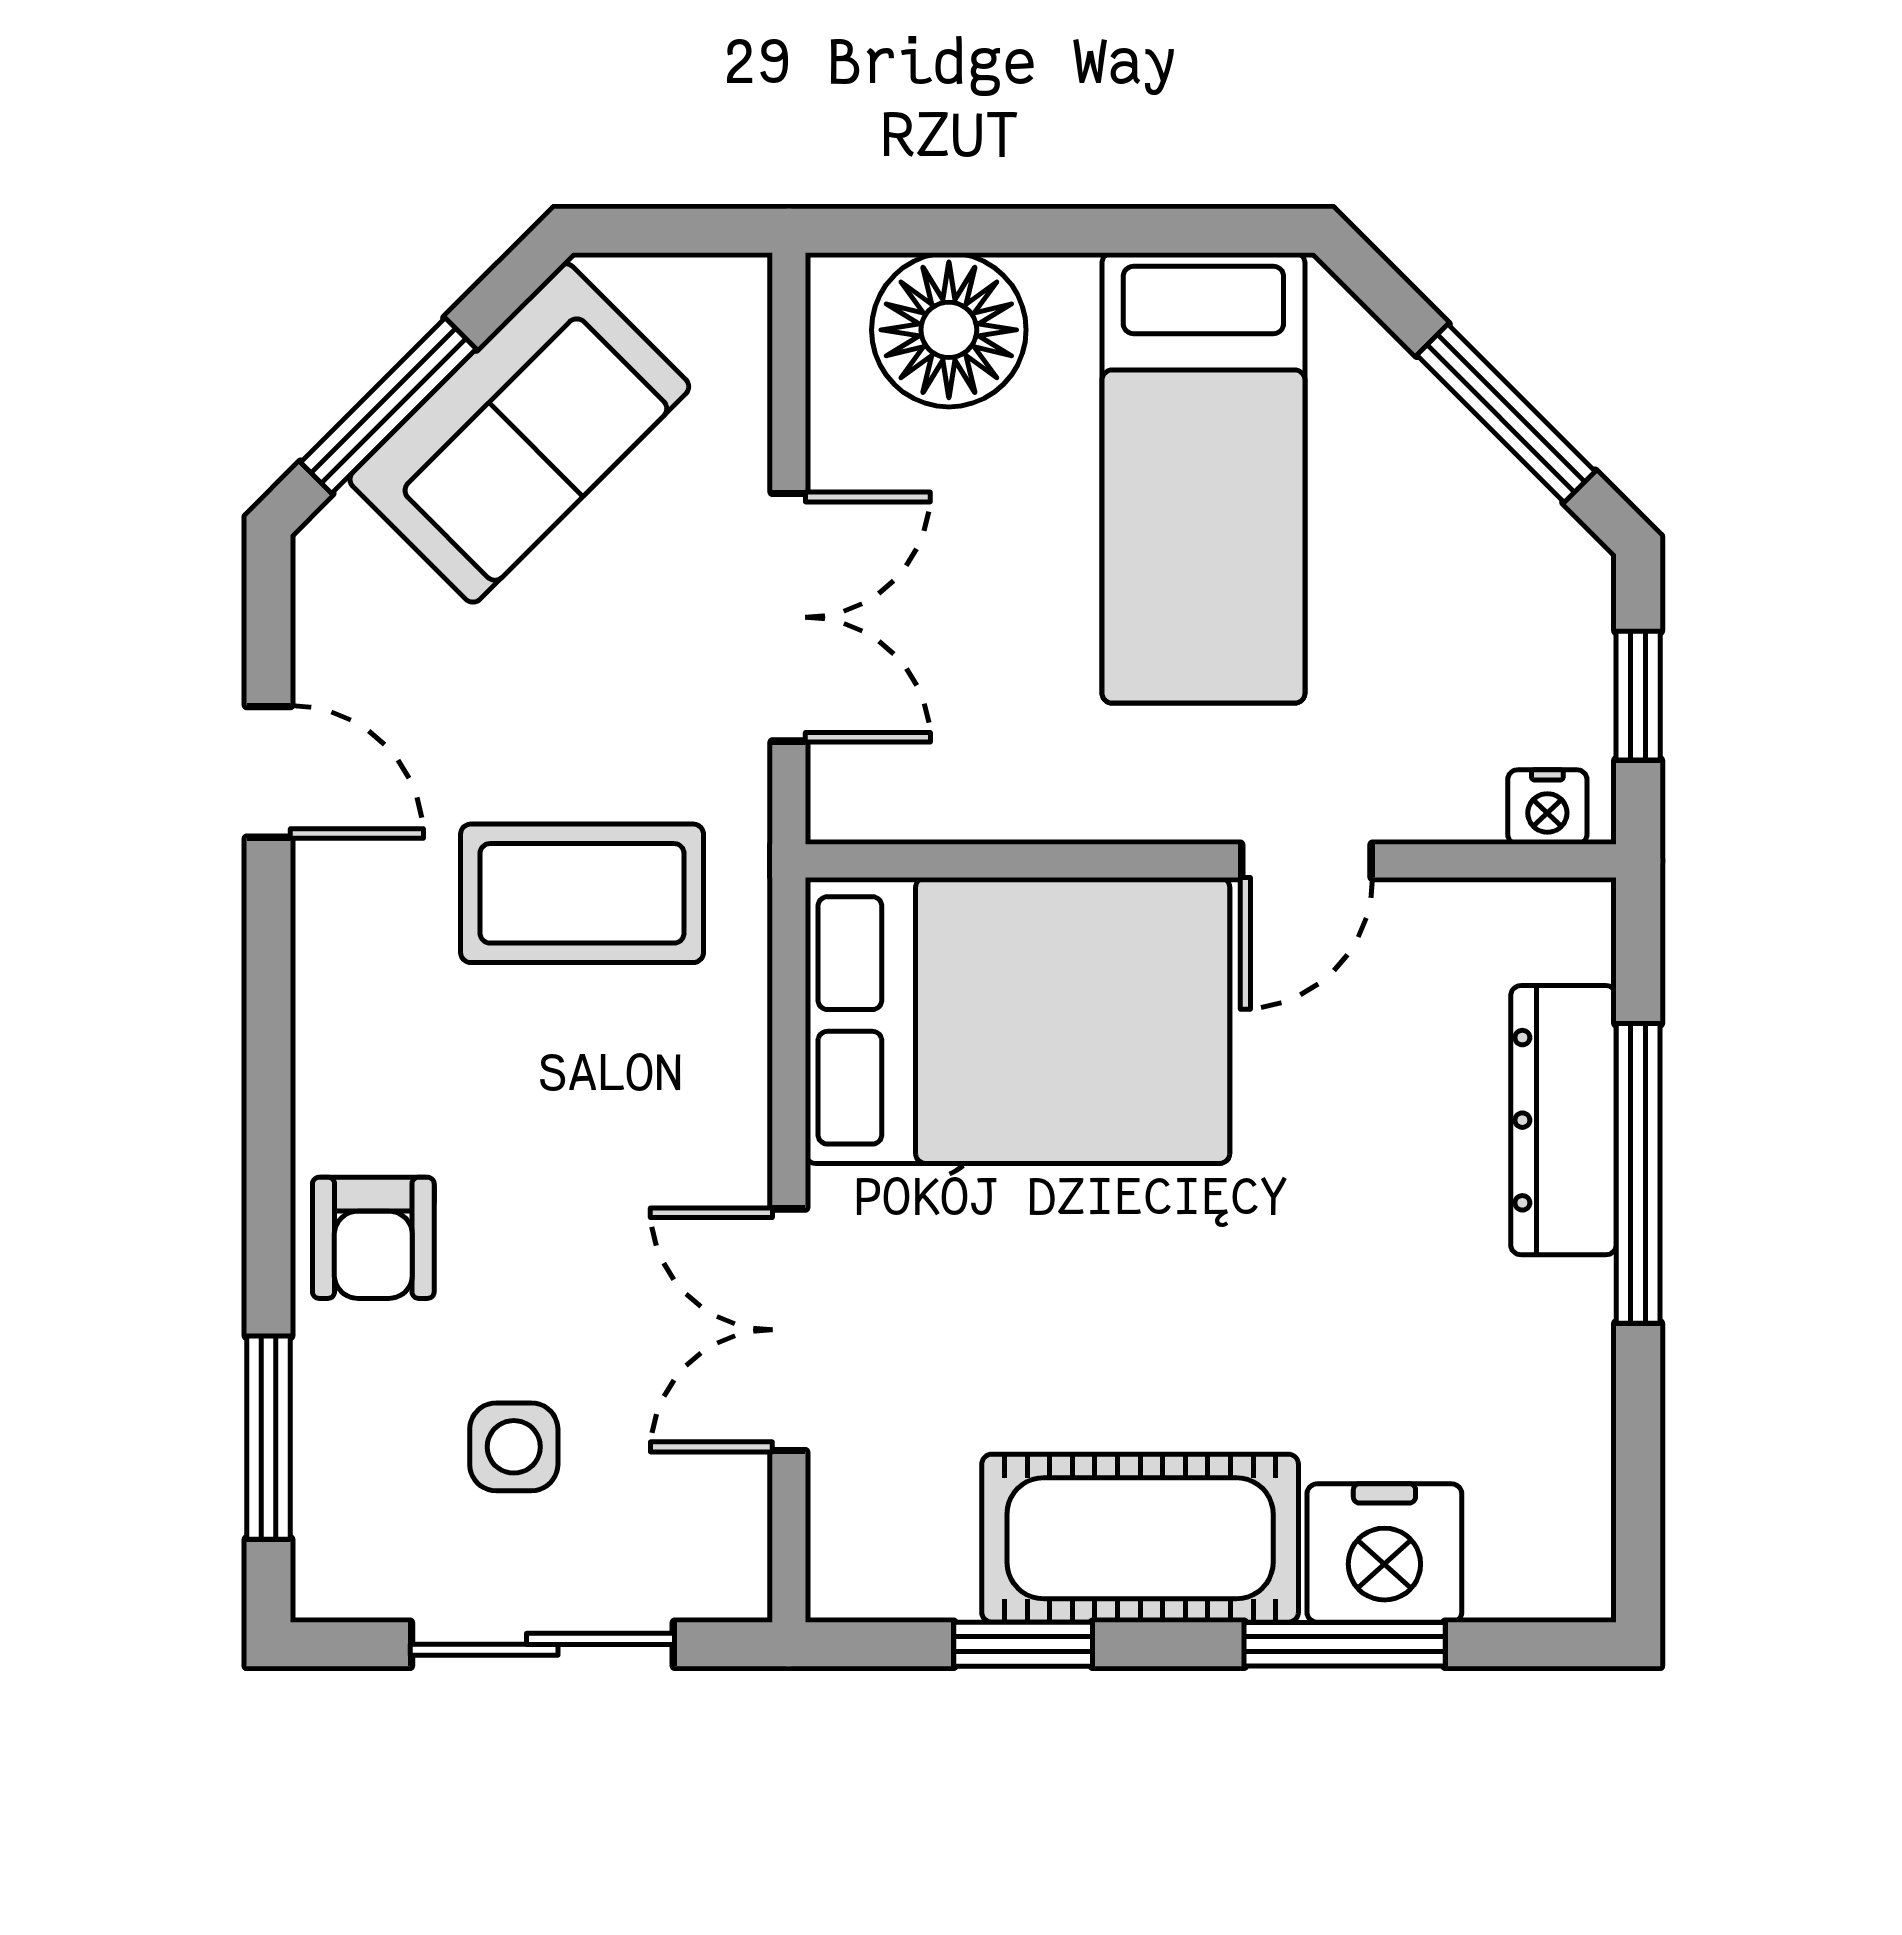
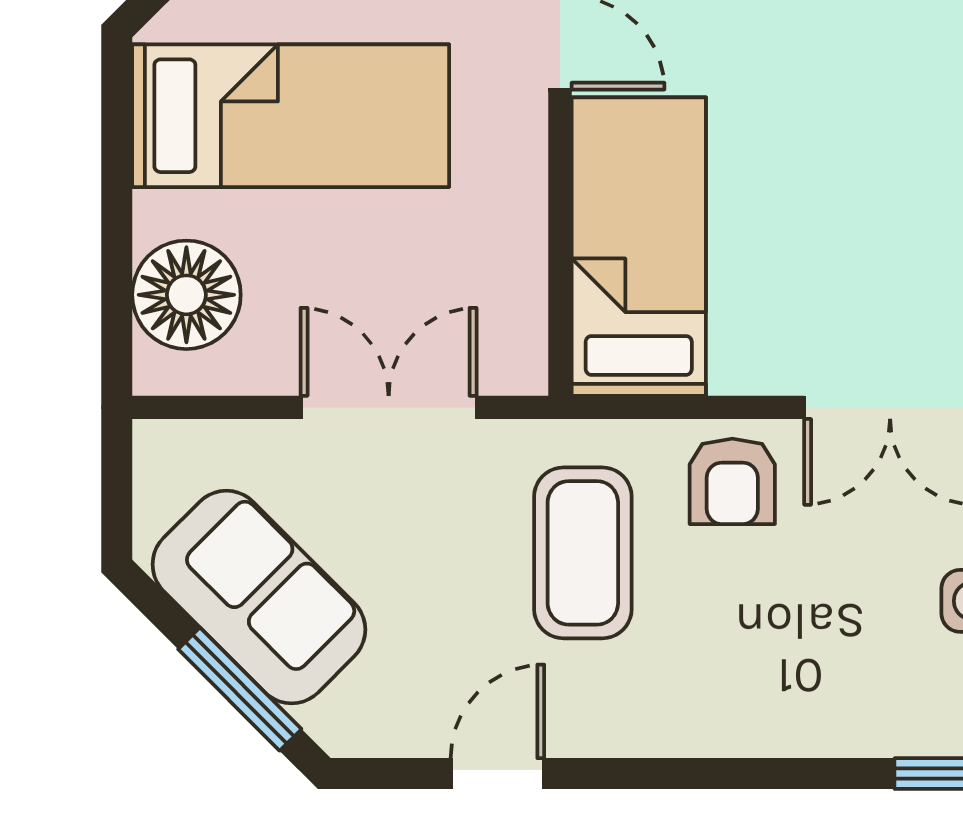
bed: (1017, 1020) -> (639, 247), width x0.67
armchair: (373, 1238) -> (732, 481), moved, turned 90

